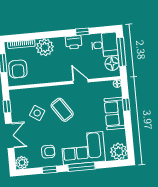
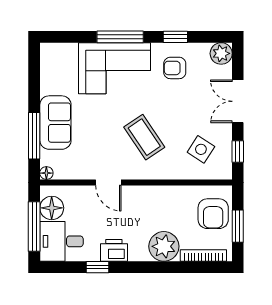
armchair: (18, 69) -> (213, 214), turned 180
window: (126, 105) -> (34, 136), width x2.17
side table: (37, 113) -> (201, 149), moved
plant: (119, 151) -> (54, 57), removed

